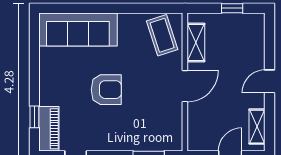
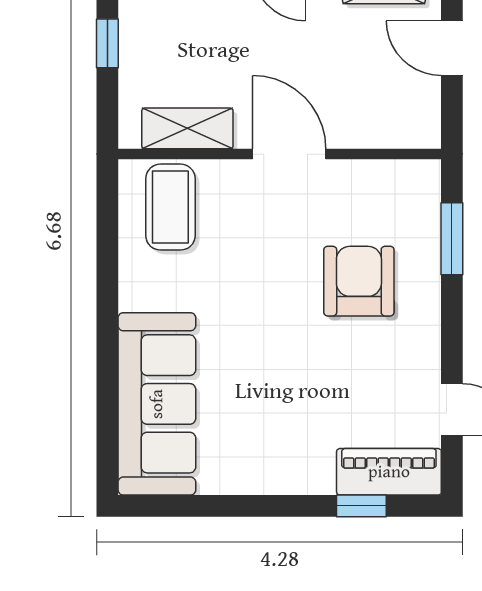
coffee table: (162, 35) -> (170, 207), turned -72
armchair: (106, 90) -> (359, 281), moved

